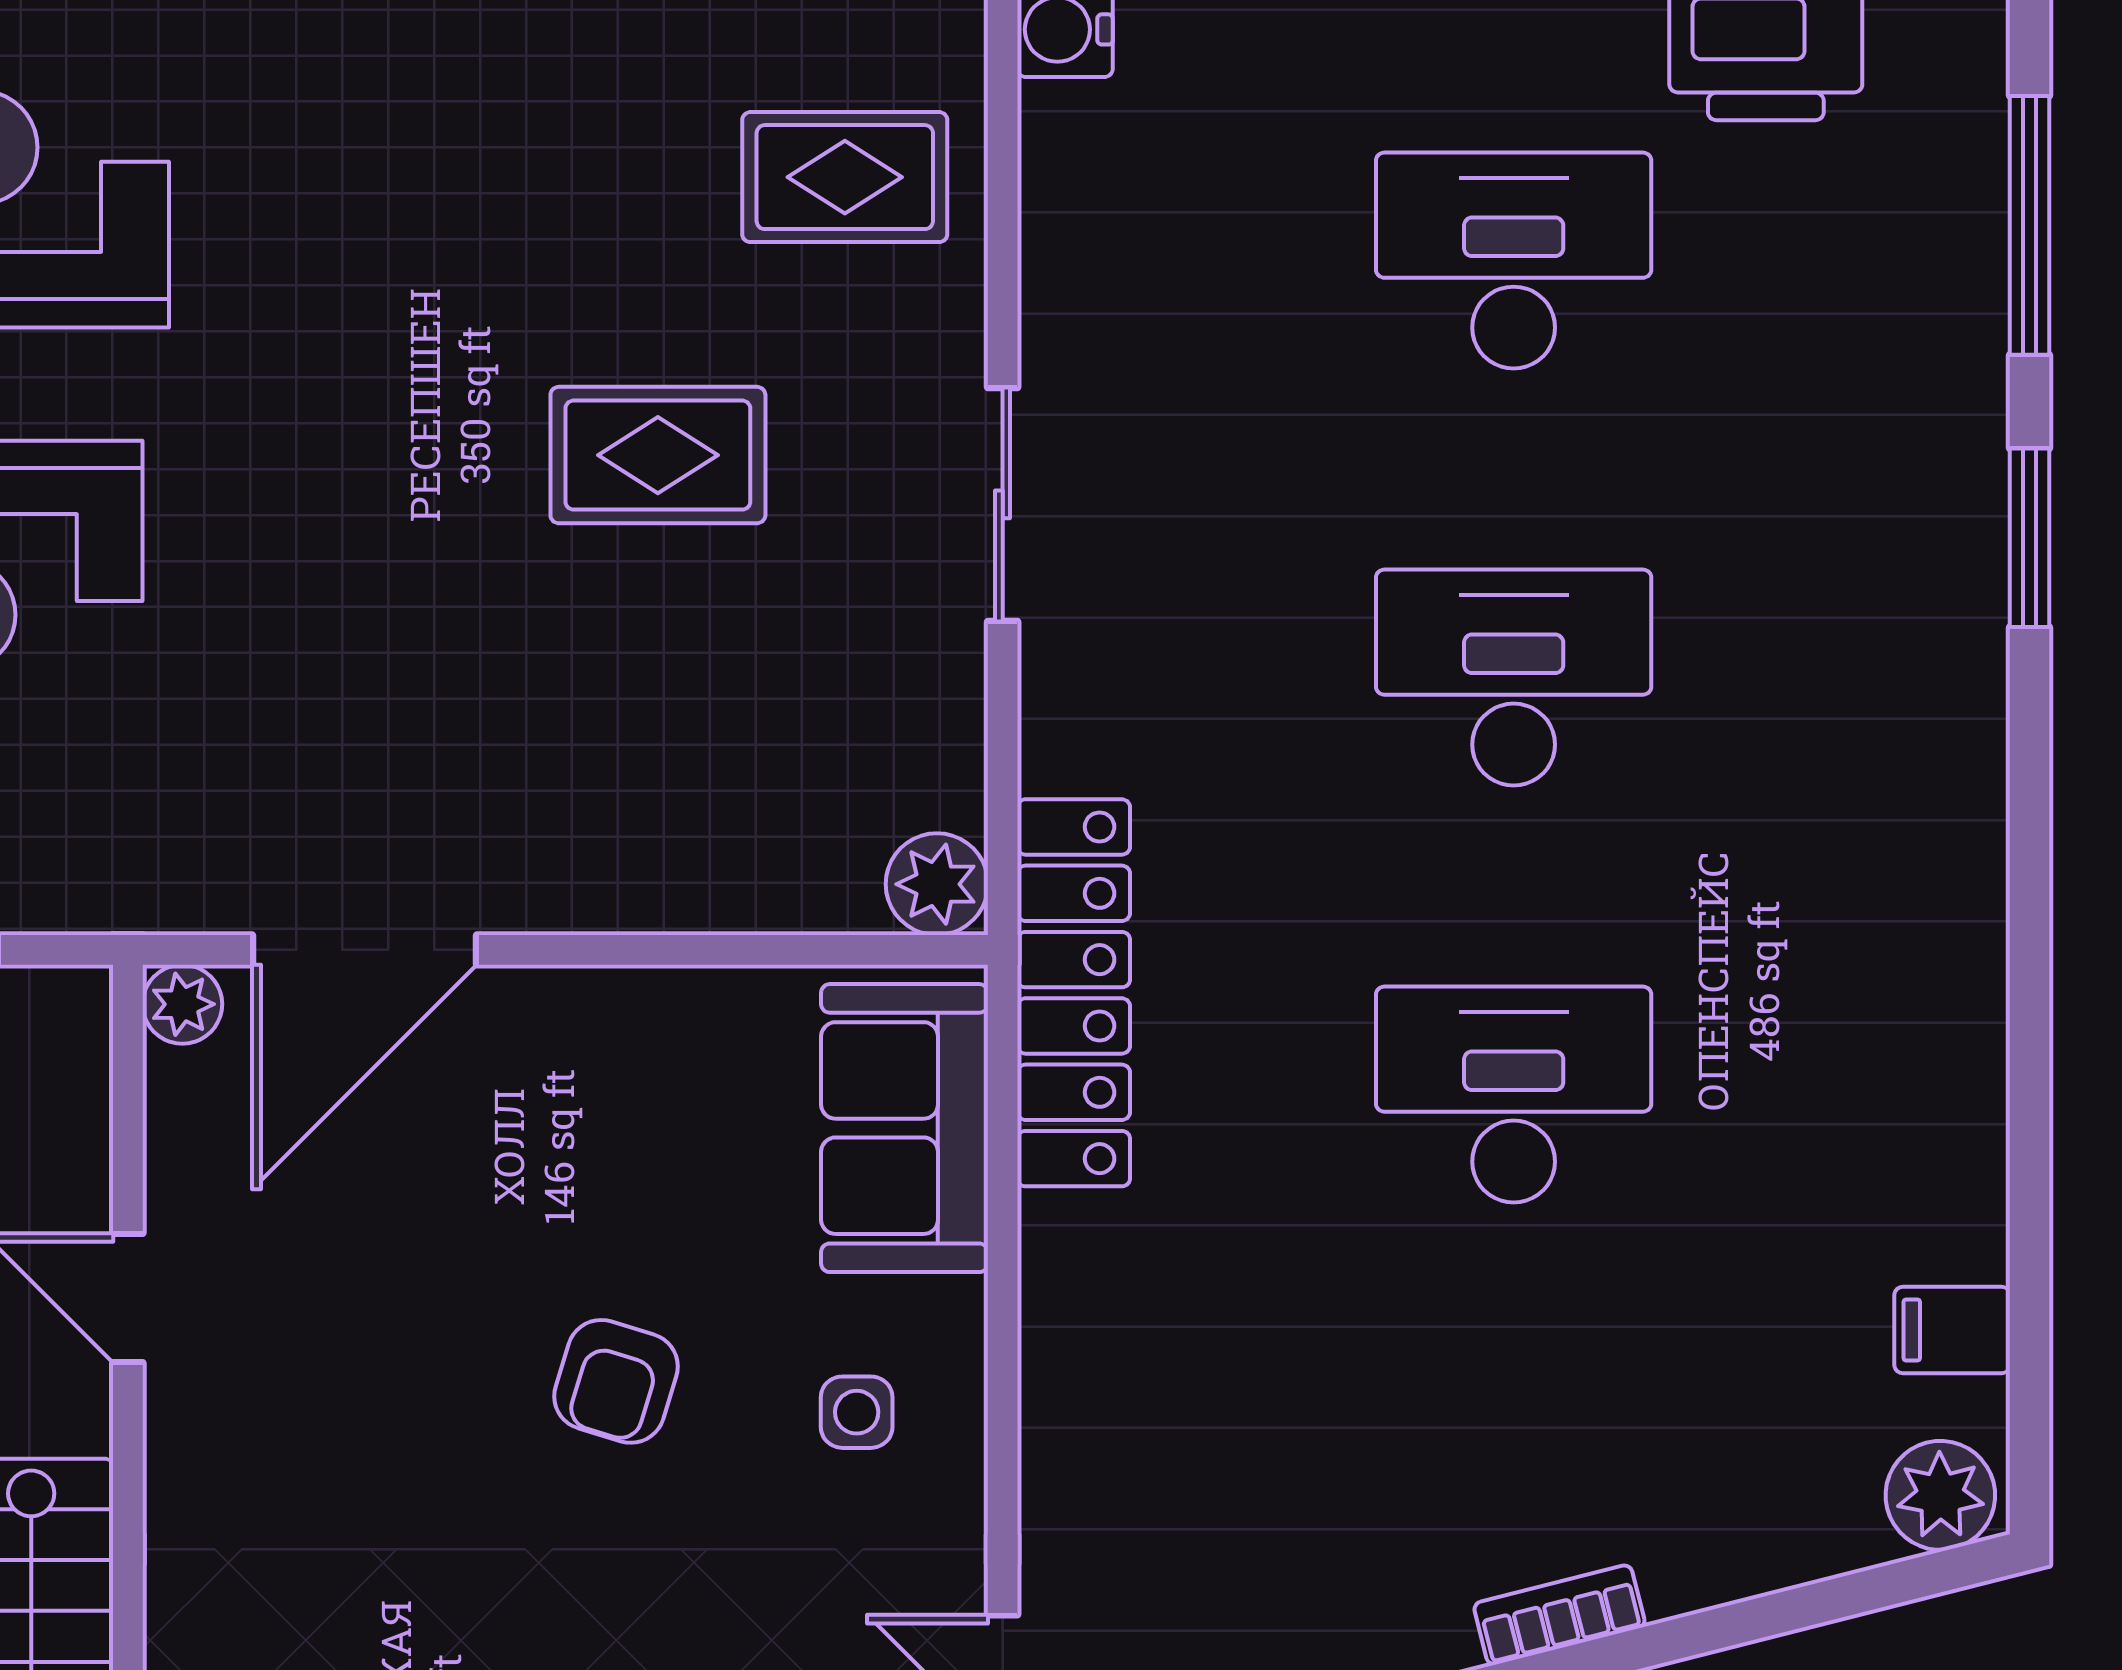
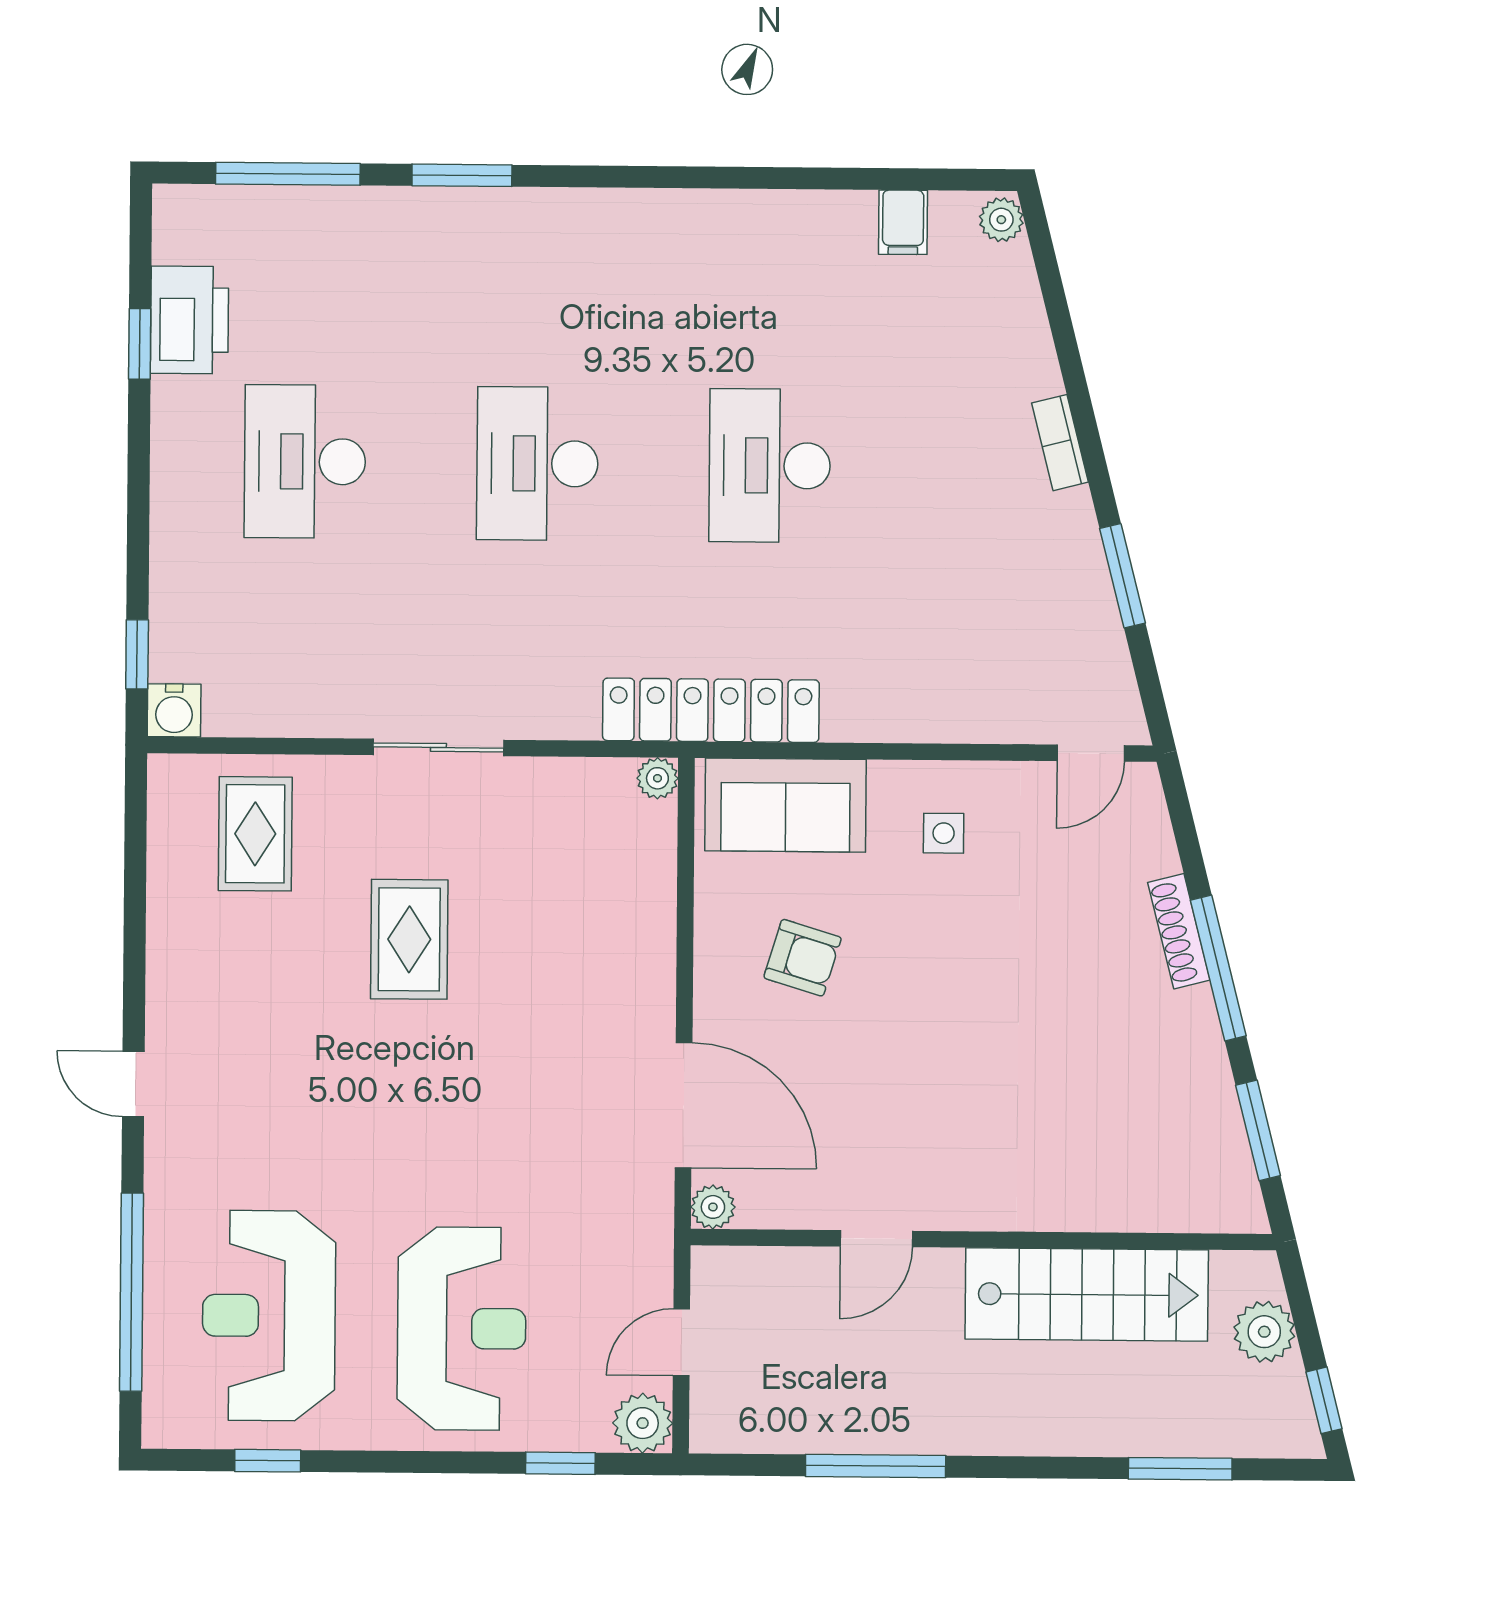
plant: (937, 884) -> (657, 778), width x0.73, depth x0.73
armchair: (616, 1381) -> (803, 958), moved
plant: (1940, 1495) -> (1001, 220), width x0.73, depth x0.73

